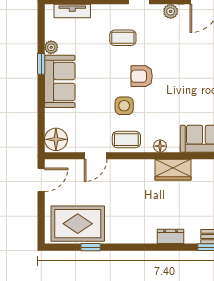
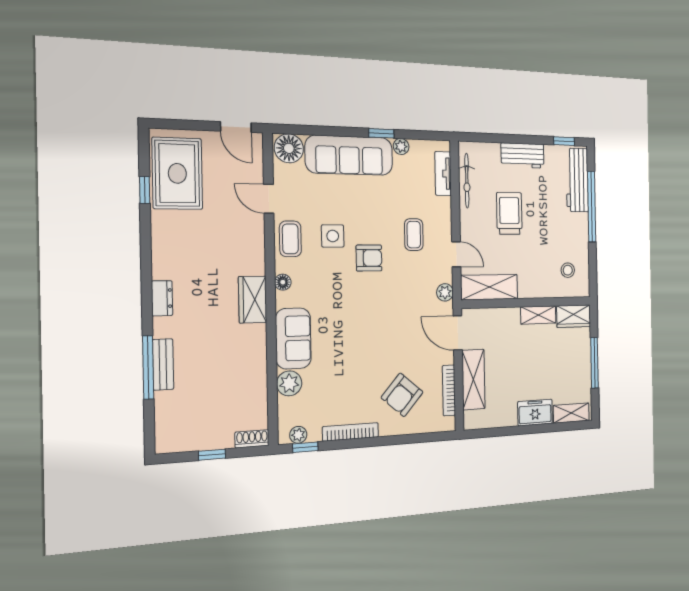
armchair: (142, 76) -> (369, 258), turned 90
sofa: (60, 81) -> (349, 155), width x1.36

